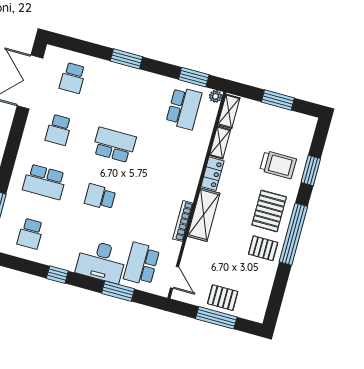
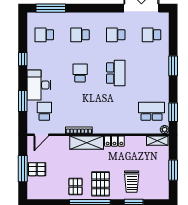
school desk: (184, 108) -> (152, 111), turned 180
shelving: (220, 143) -> (136, 140), removed
school desk: (45, 182) -> (80, 35), width x0.54
pallet: (269, 211) -> (100, 184), turned 90
school desk: (142, 264) -> (44, 111), width x0.54
pallet: (223, 298) -> (37, 169), turned 90

